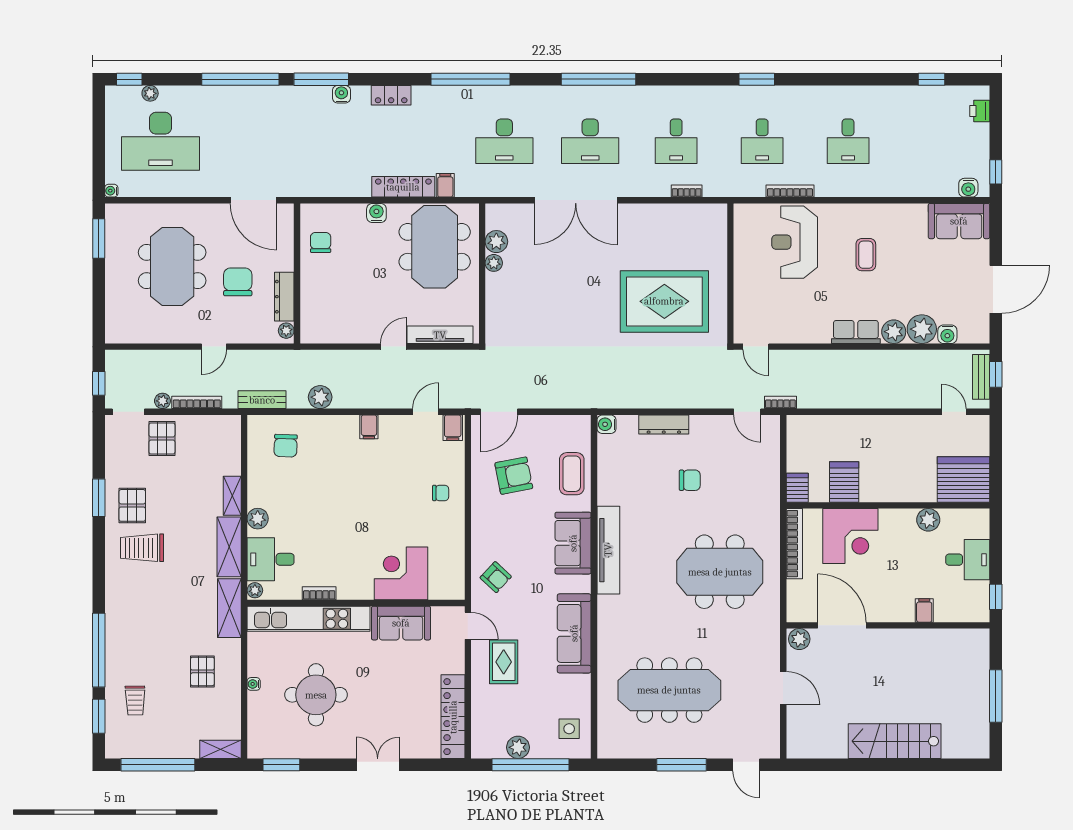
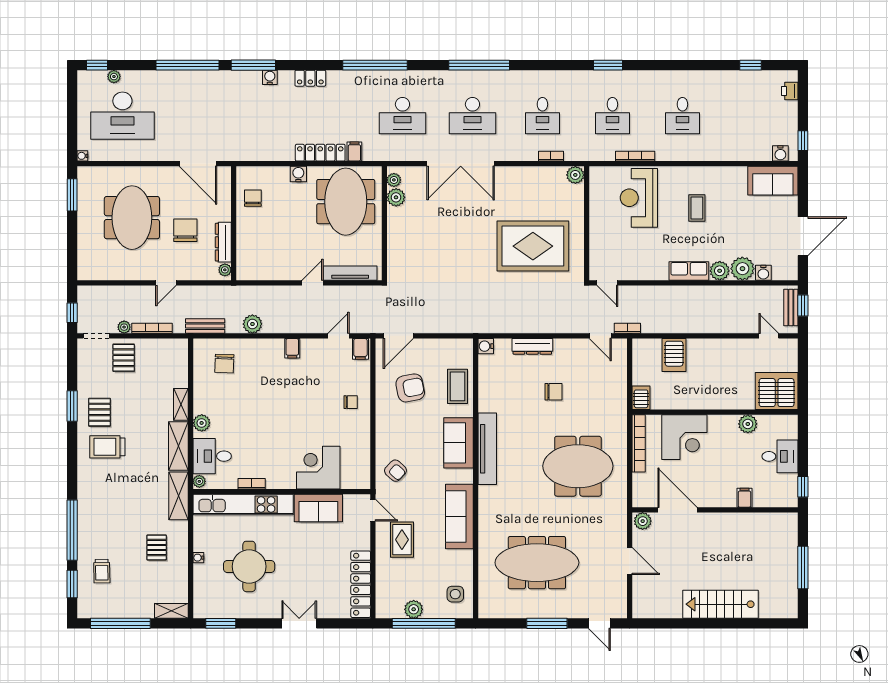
plant: (716, 214) -> (575, 175), added
plant: (494, 263) -> (394, 180), moved
server rack: (844, 482) -> (674, 355), moved, turned 180

